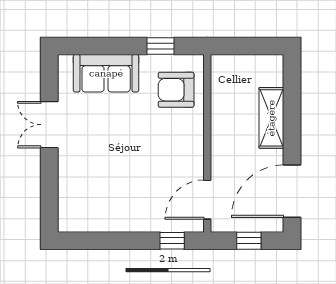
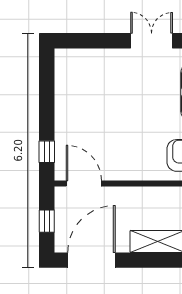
door: (292, 191) -> (91, 260), hinge flipped

